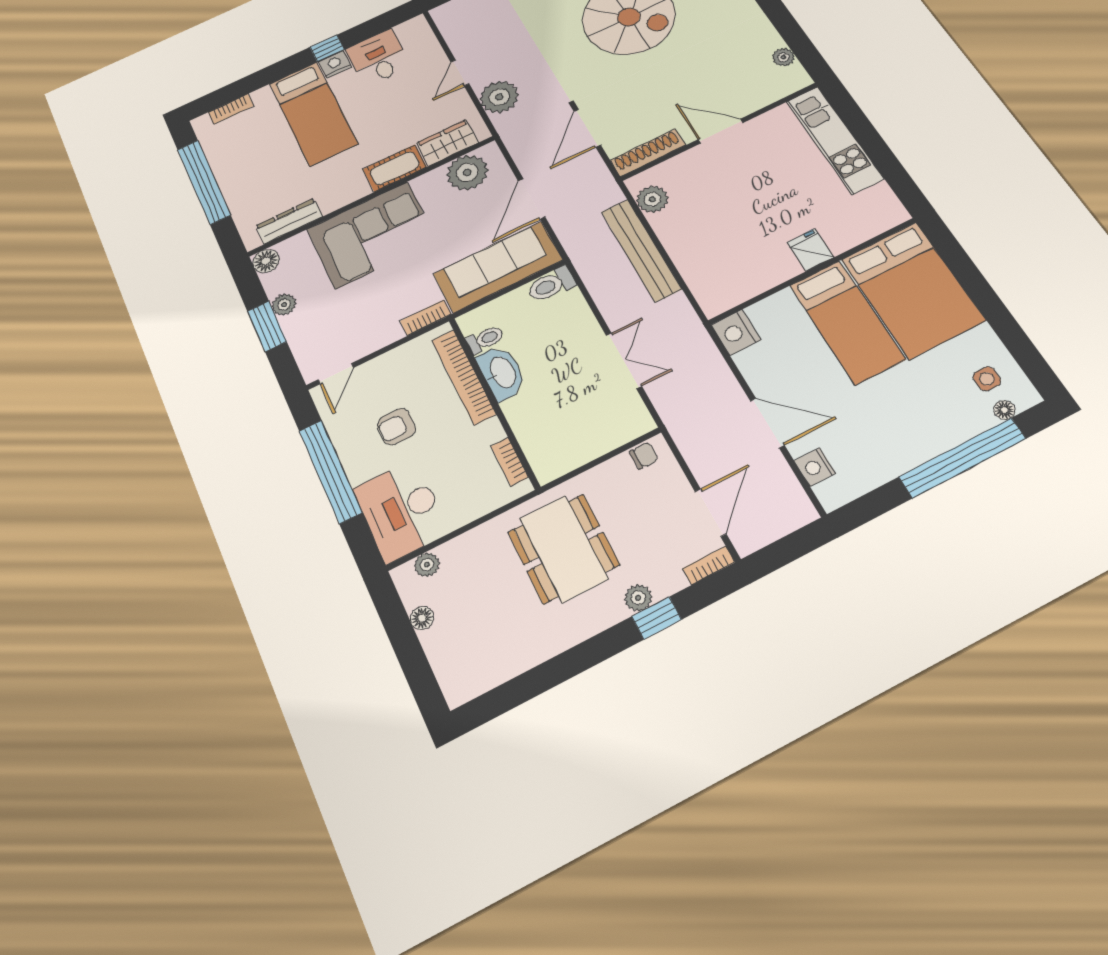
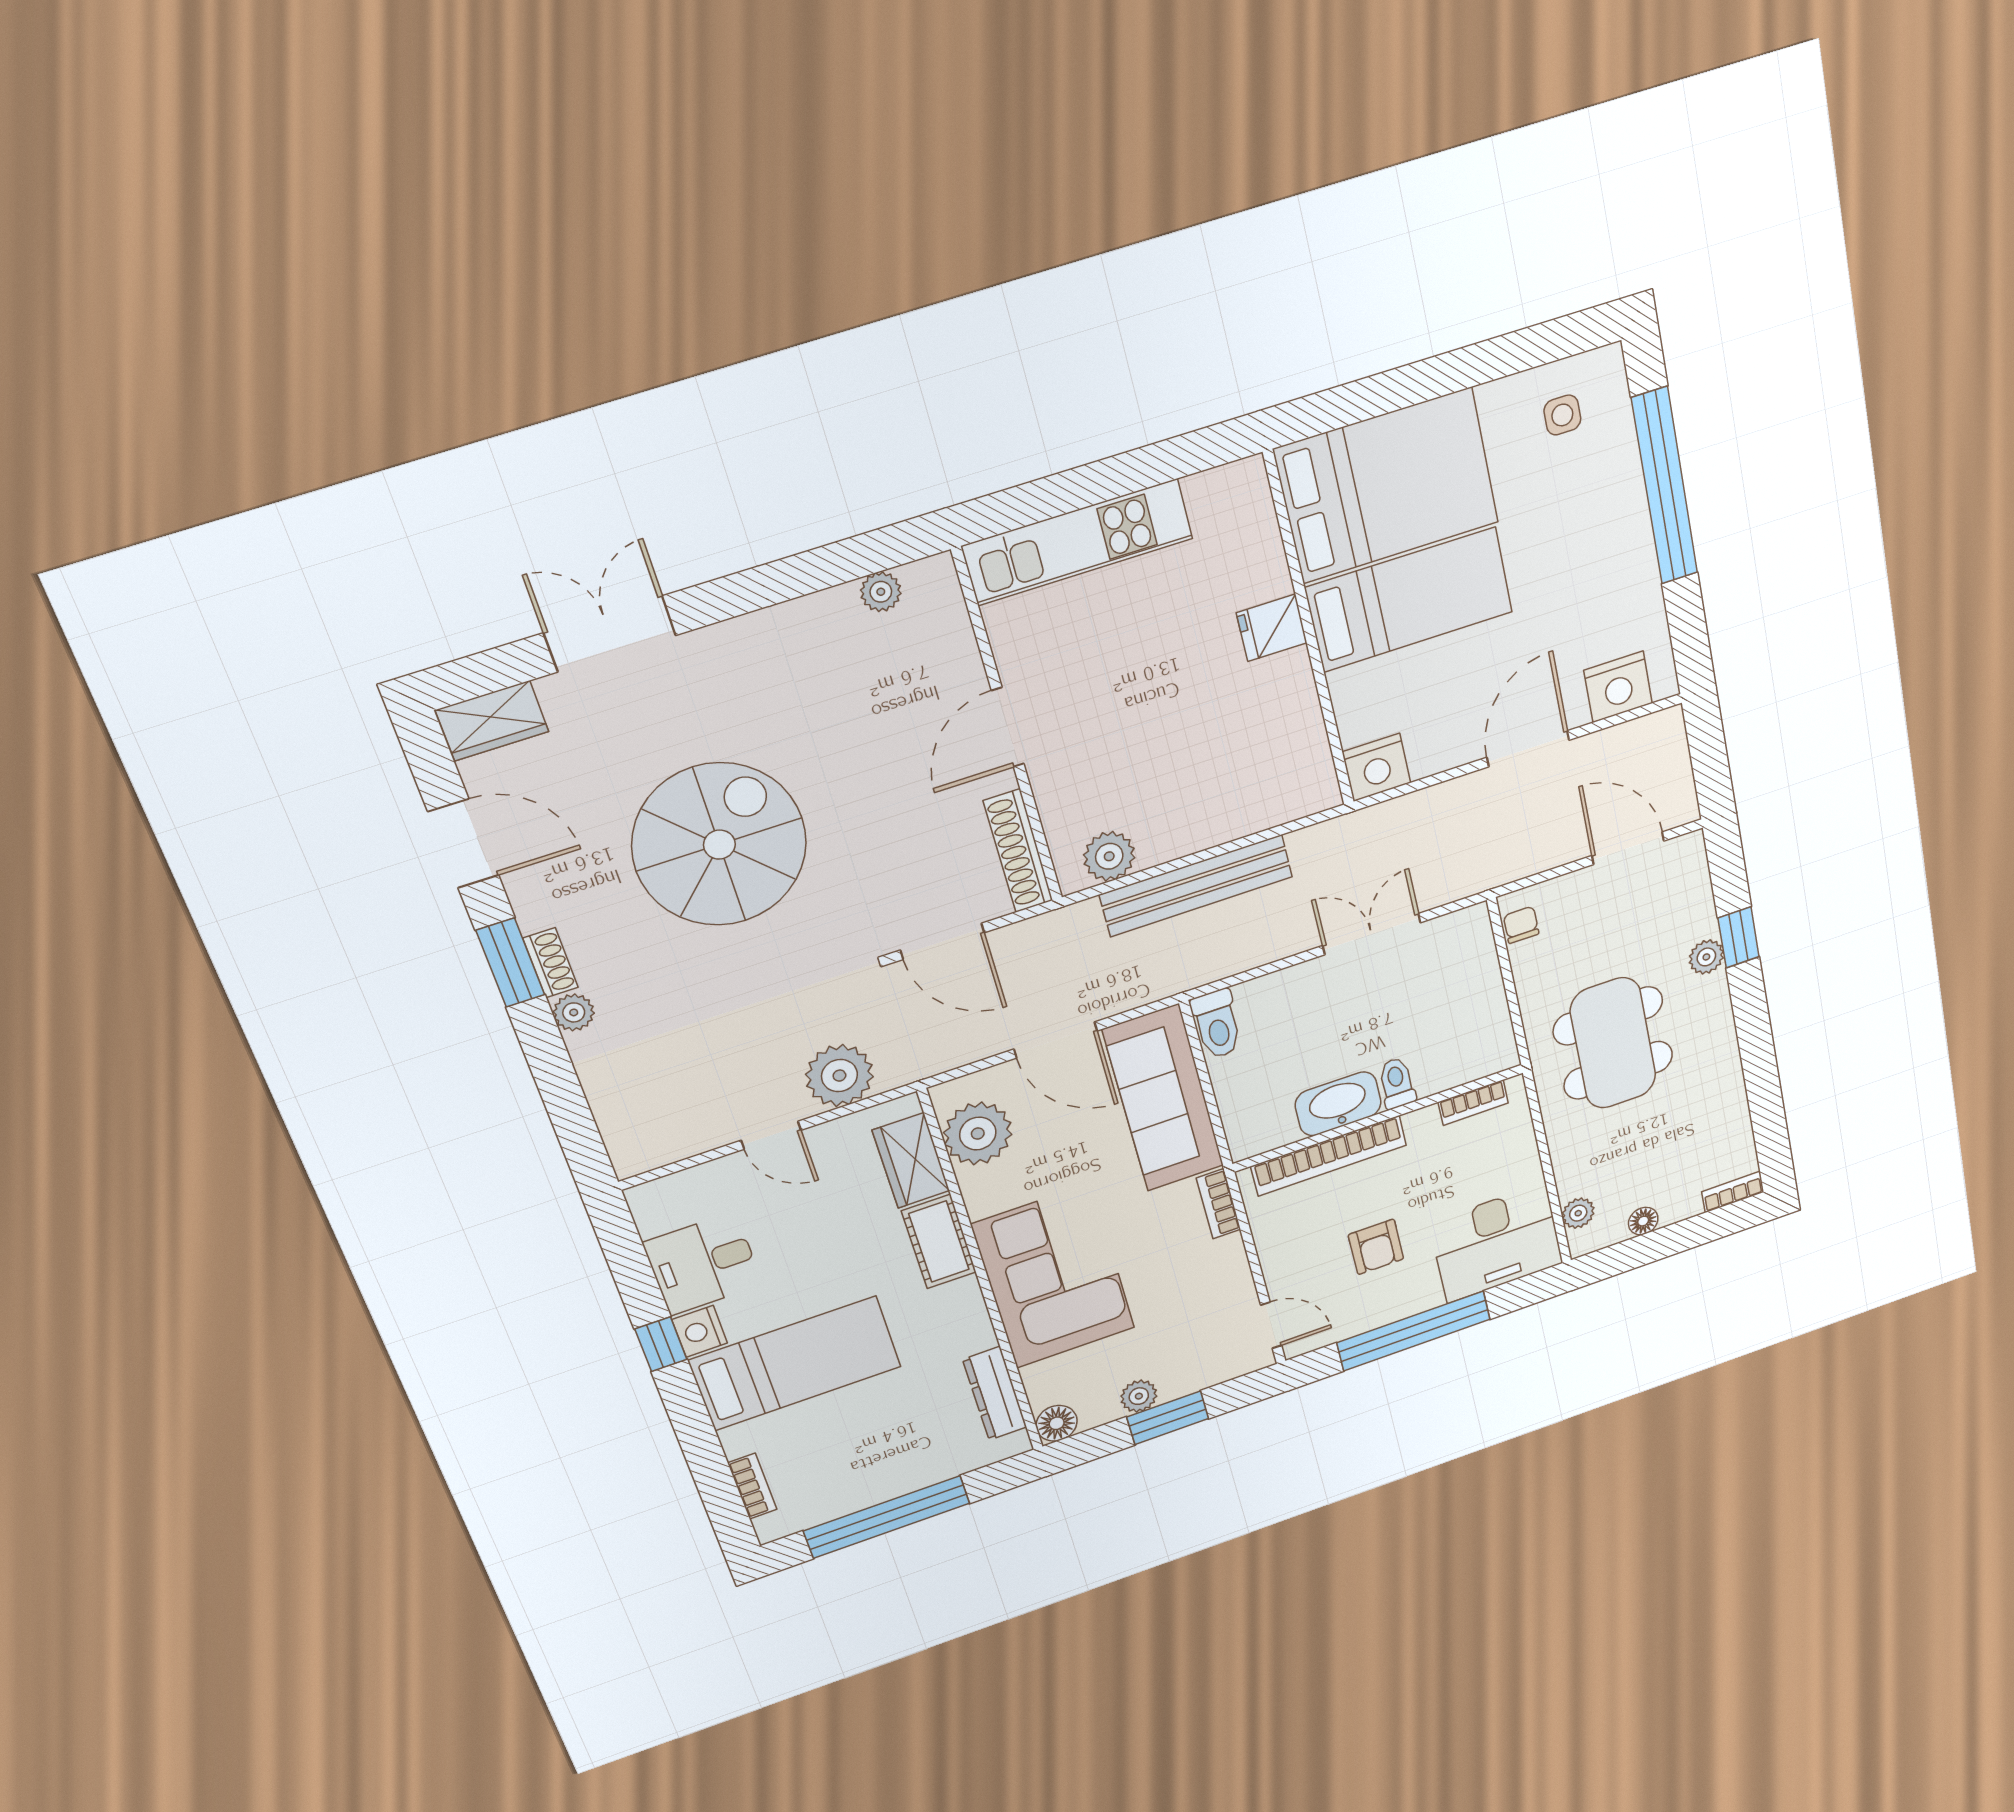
toilet: (485, 339) -> (1397, 1083), moved
floor lamp: (1004, 410) -> (1617, 404), removed
nightstand: (815, 467) -> (1618, 687), width x1.36, depth x1.33
dining table: (564, 548) -> (1613, 1043), turned 90
bookcase: (709, 565) -> (1733, 1192), moved, turned 90

